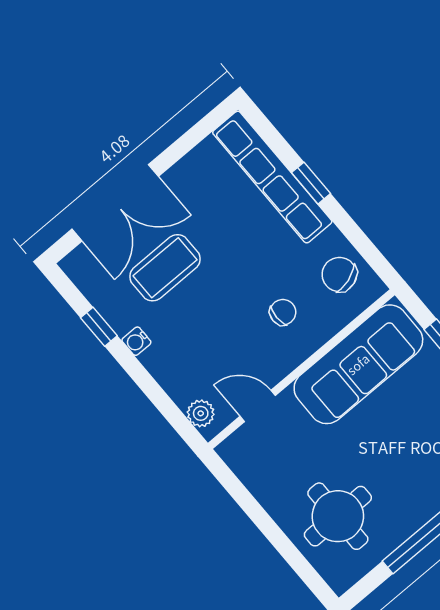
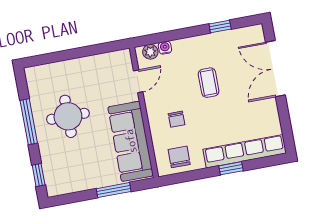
coffee table: (165, 268) -> (209, 83), moved, width x0.73, depth x0.77
chair: (339, 274) -> (179, 157), turned -72
water cooler: (136, 341) -> (165, 48), moved
round table: (338, 516) -> (68, 116), moved

